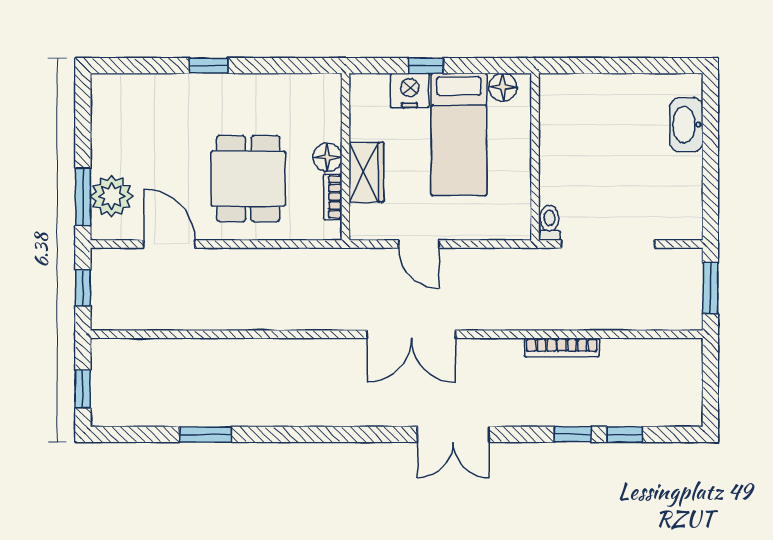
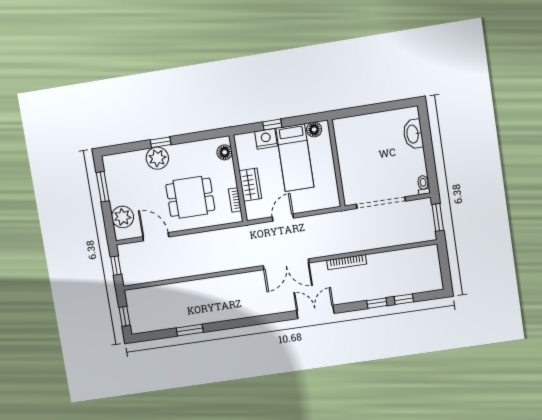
plant: (197, 95) -> (157, 158), added
floor lamp: (327, 157) -> (225, 152), moved
dining table: (248, 179) -> (190, 197), turned 90
window: (83, 197) -> (103, 187), moved
toilet: (549, 223) -> (423, 185), moved
door: (419, 244) -> (283, 218), swing flipped
bookcase: (562, 347) -> (347, 262), moved
double door: (453, 434) -> (315, 312), swing flipped

